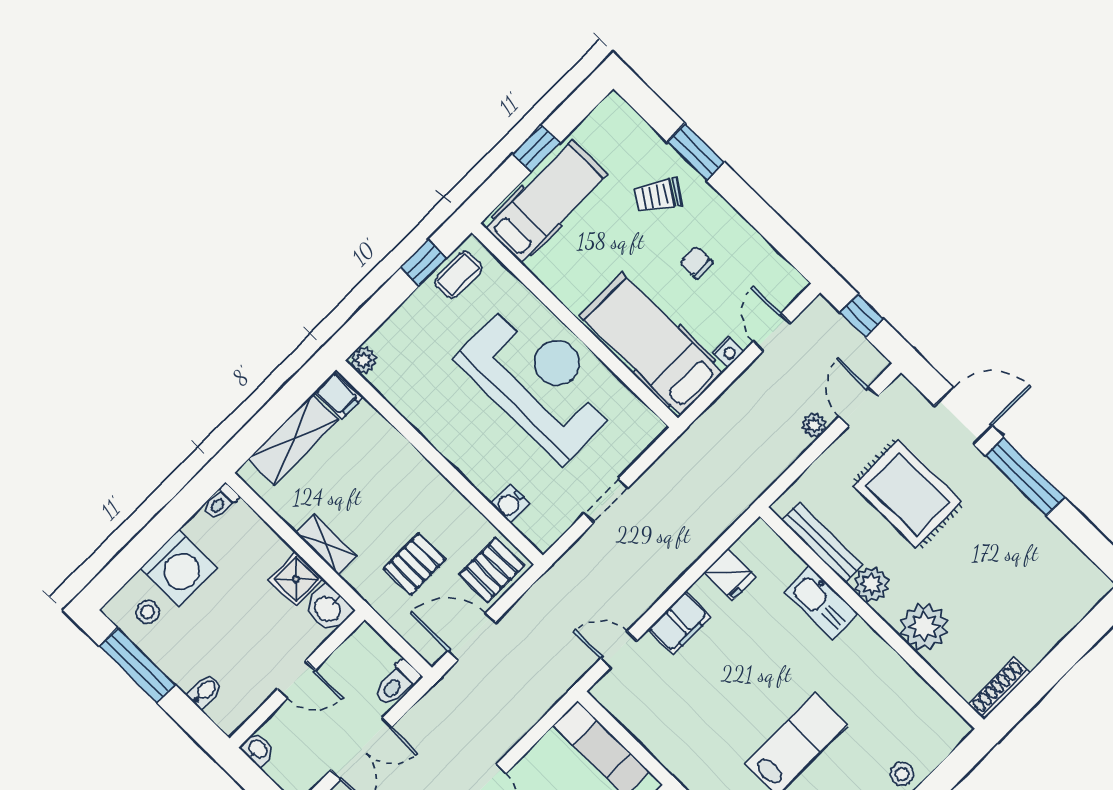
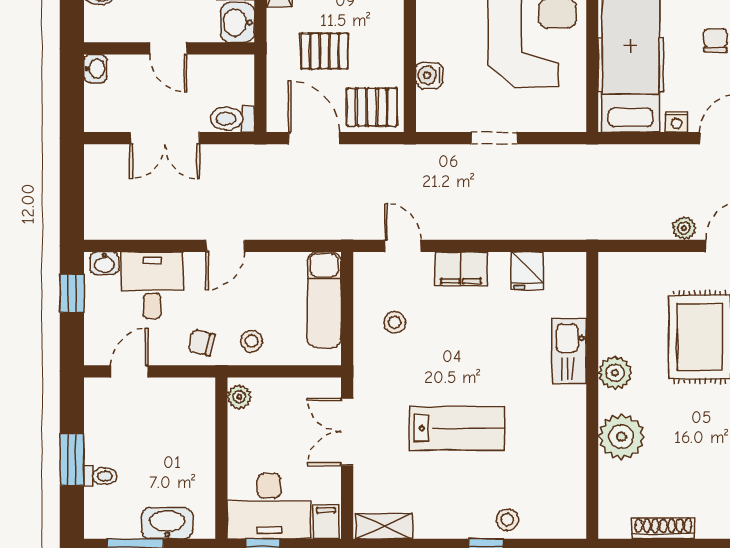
bench: (822, 542) -> (610, 311), removed
shoe rack: (999, 688) -> (663, 528), moved
stool: (670, 712) -> (395, 322), added

